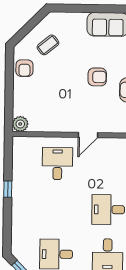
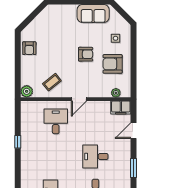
coffee table: (48, 45) -> (52, 82), moved

